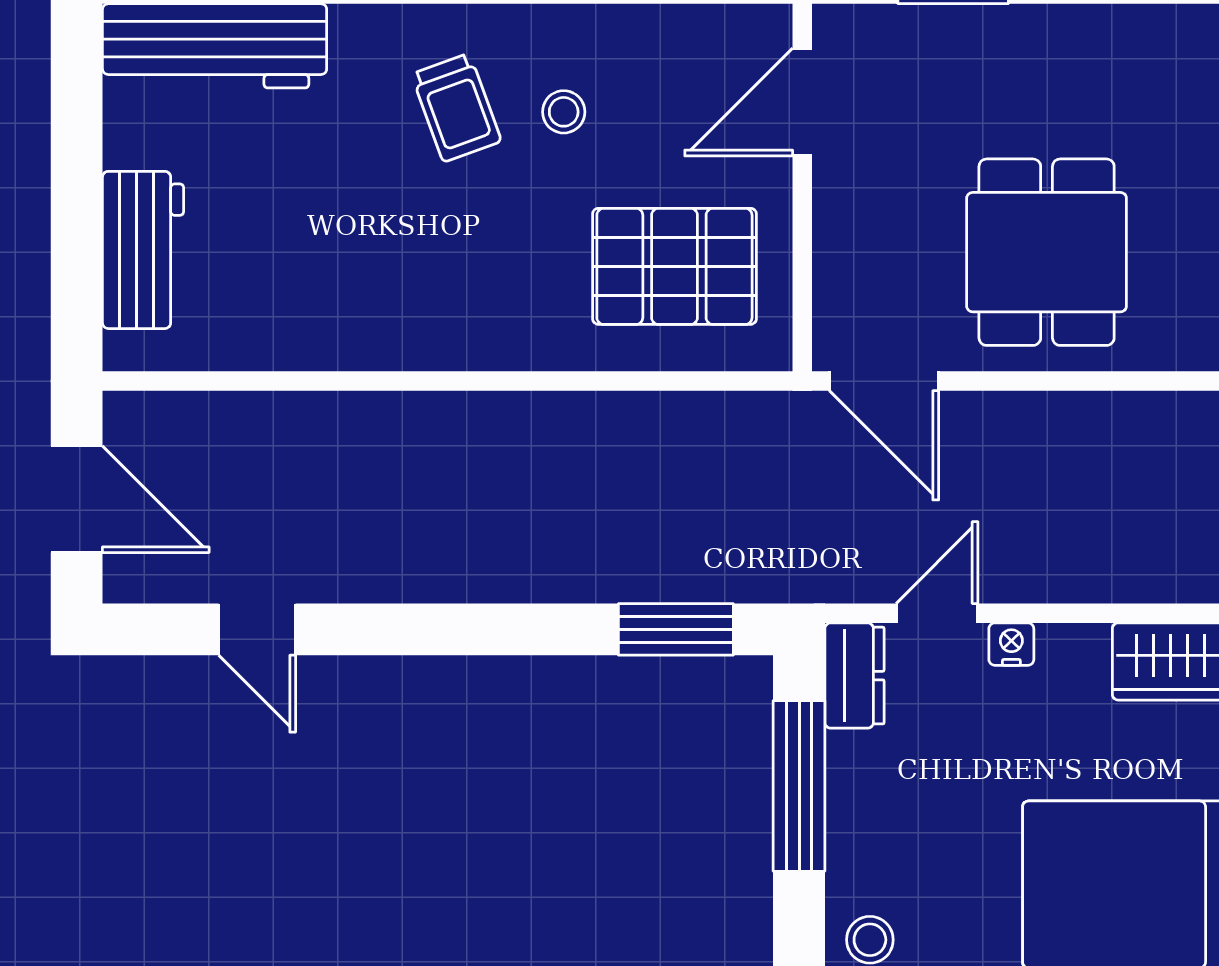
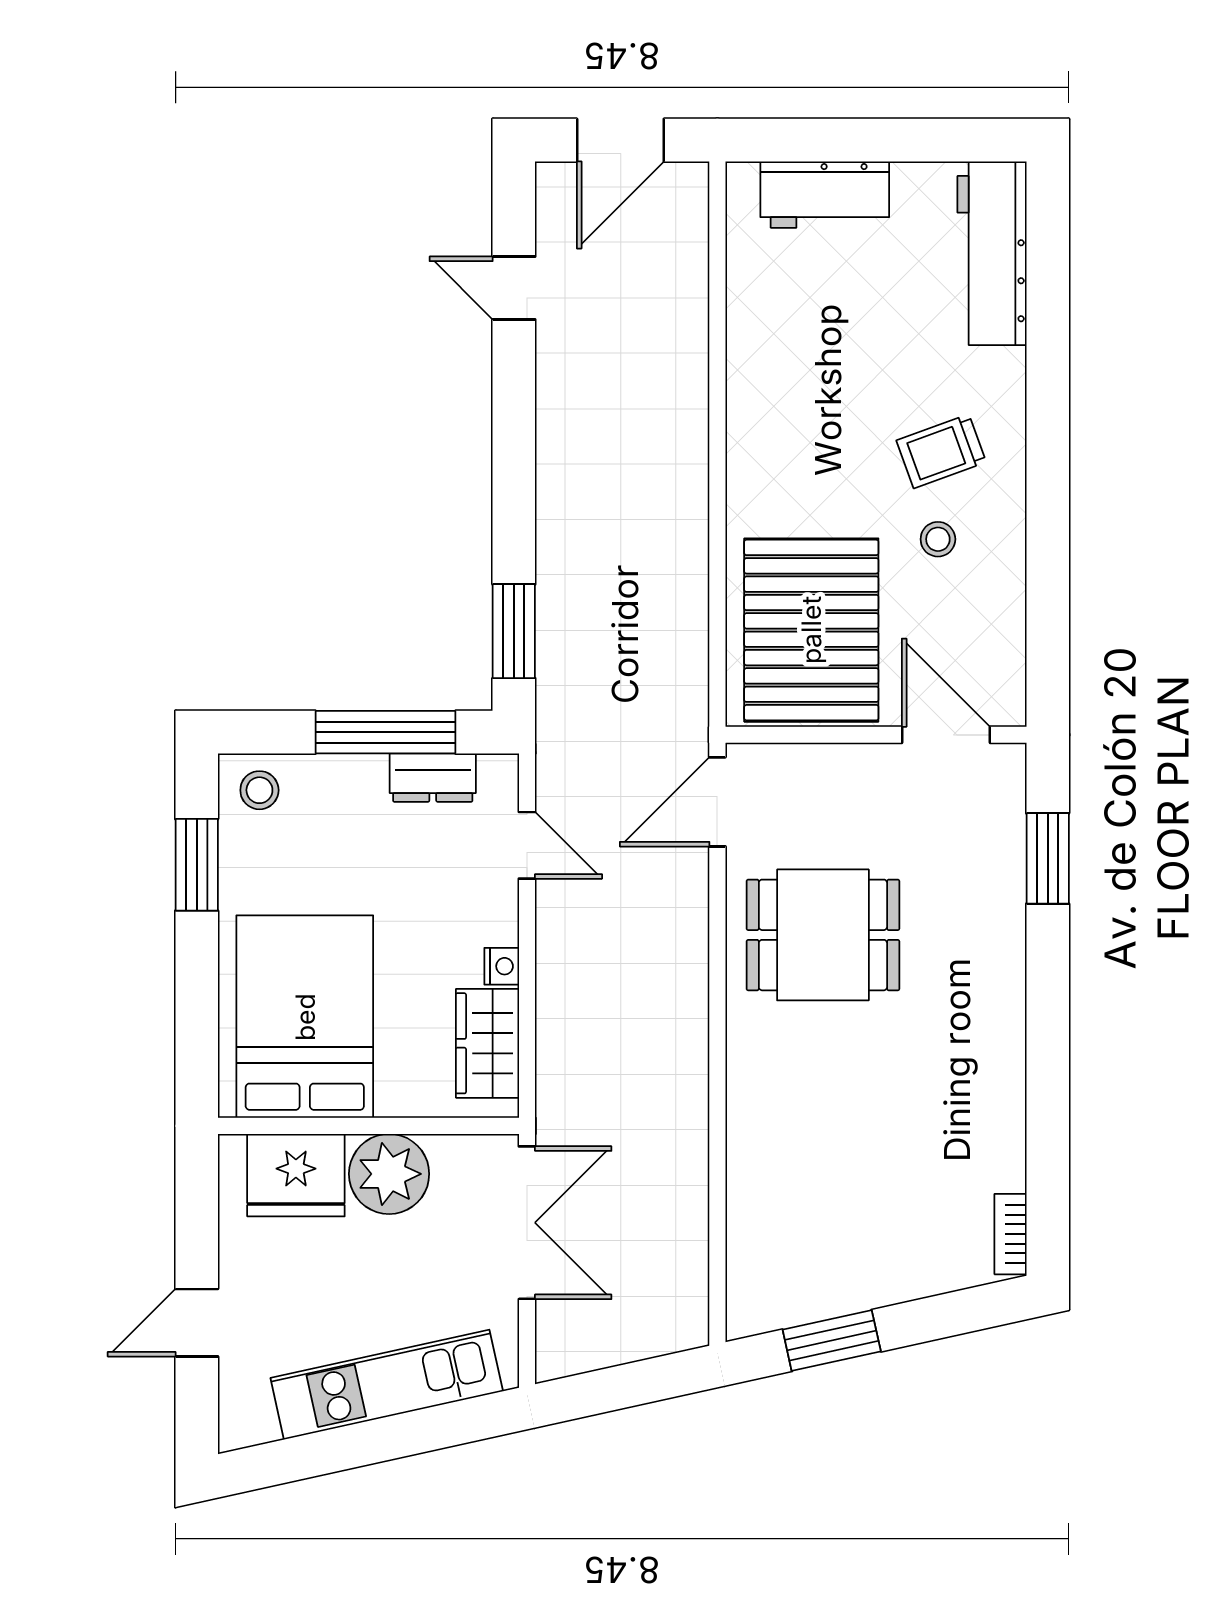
pallet: (674, 266) -> (811, 630), width x1.37, depth x1.41
door: (257, 629) -> (514, 288), hinge flipped
nightstand: (1011, 644) -> (502, 966), moved
dresser: (854, 676) -> (433, 778), moved

